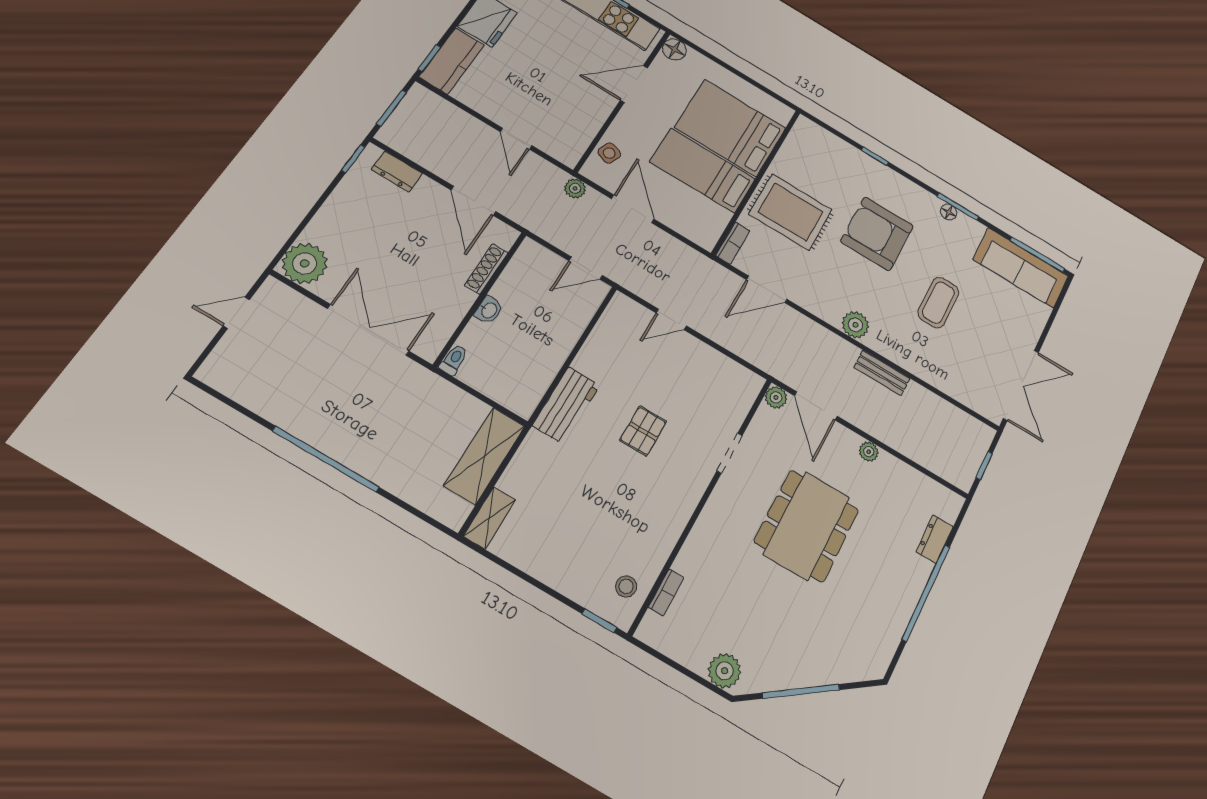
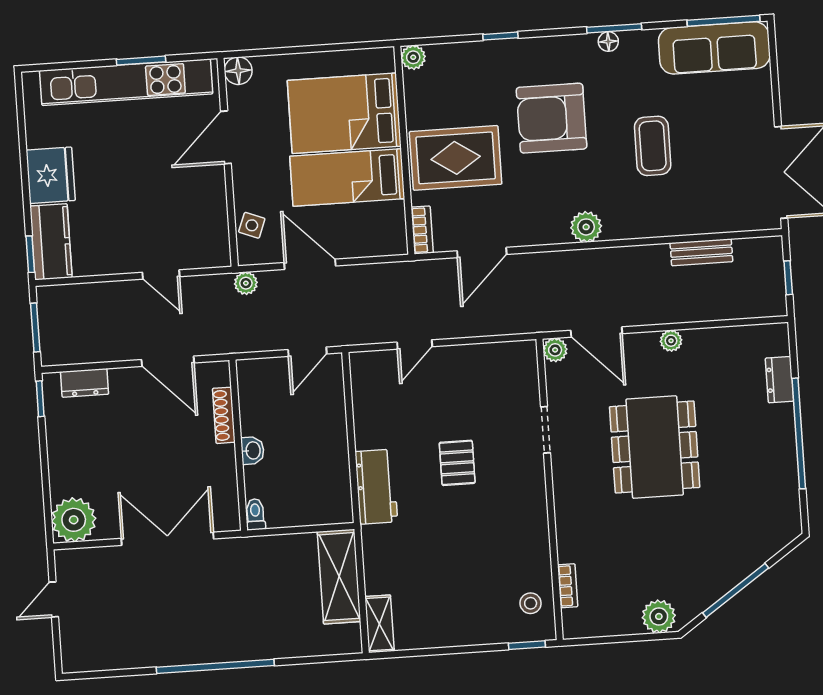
plant: (804, 127) -> (413, 57), added
bench: (882, 373) -> (701, 252), moved

